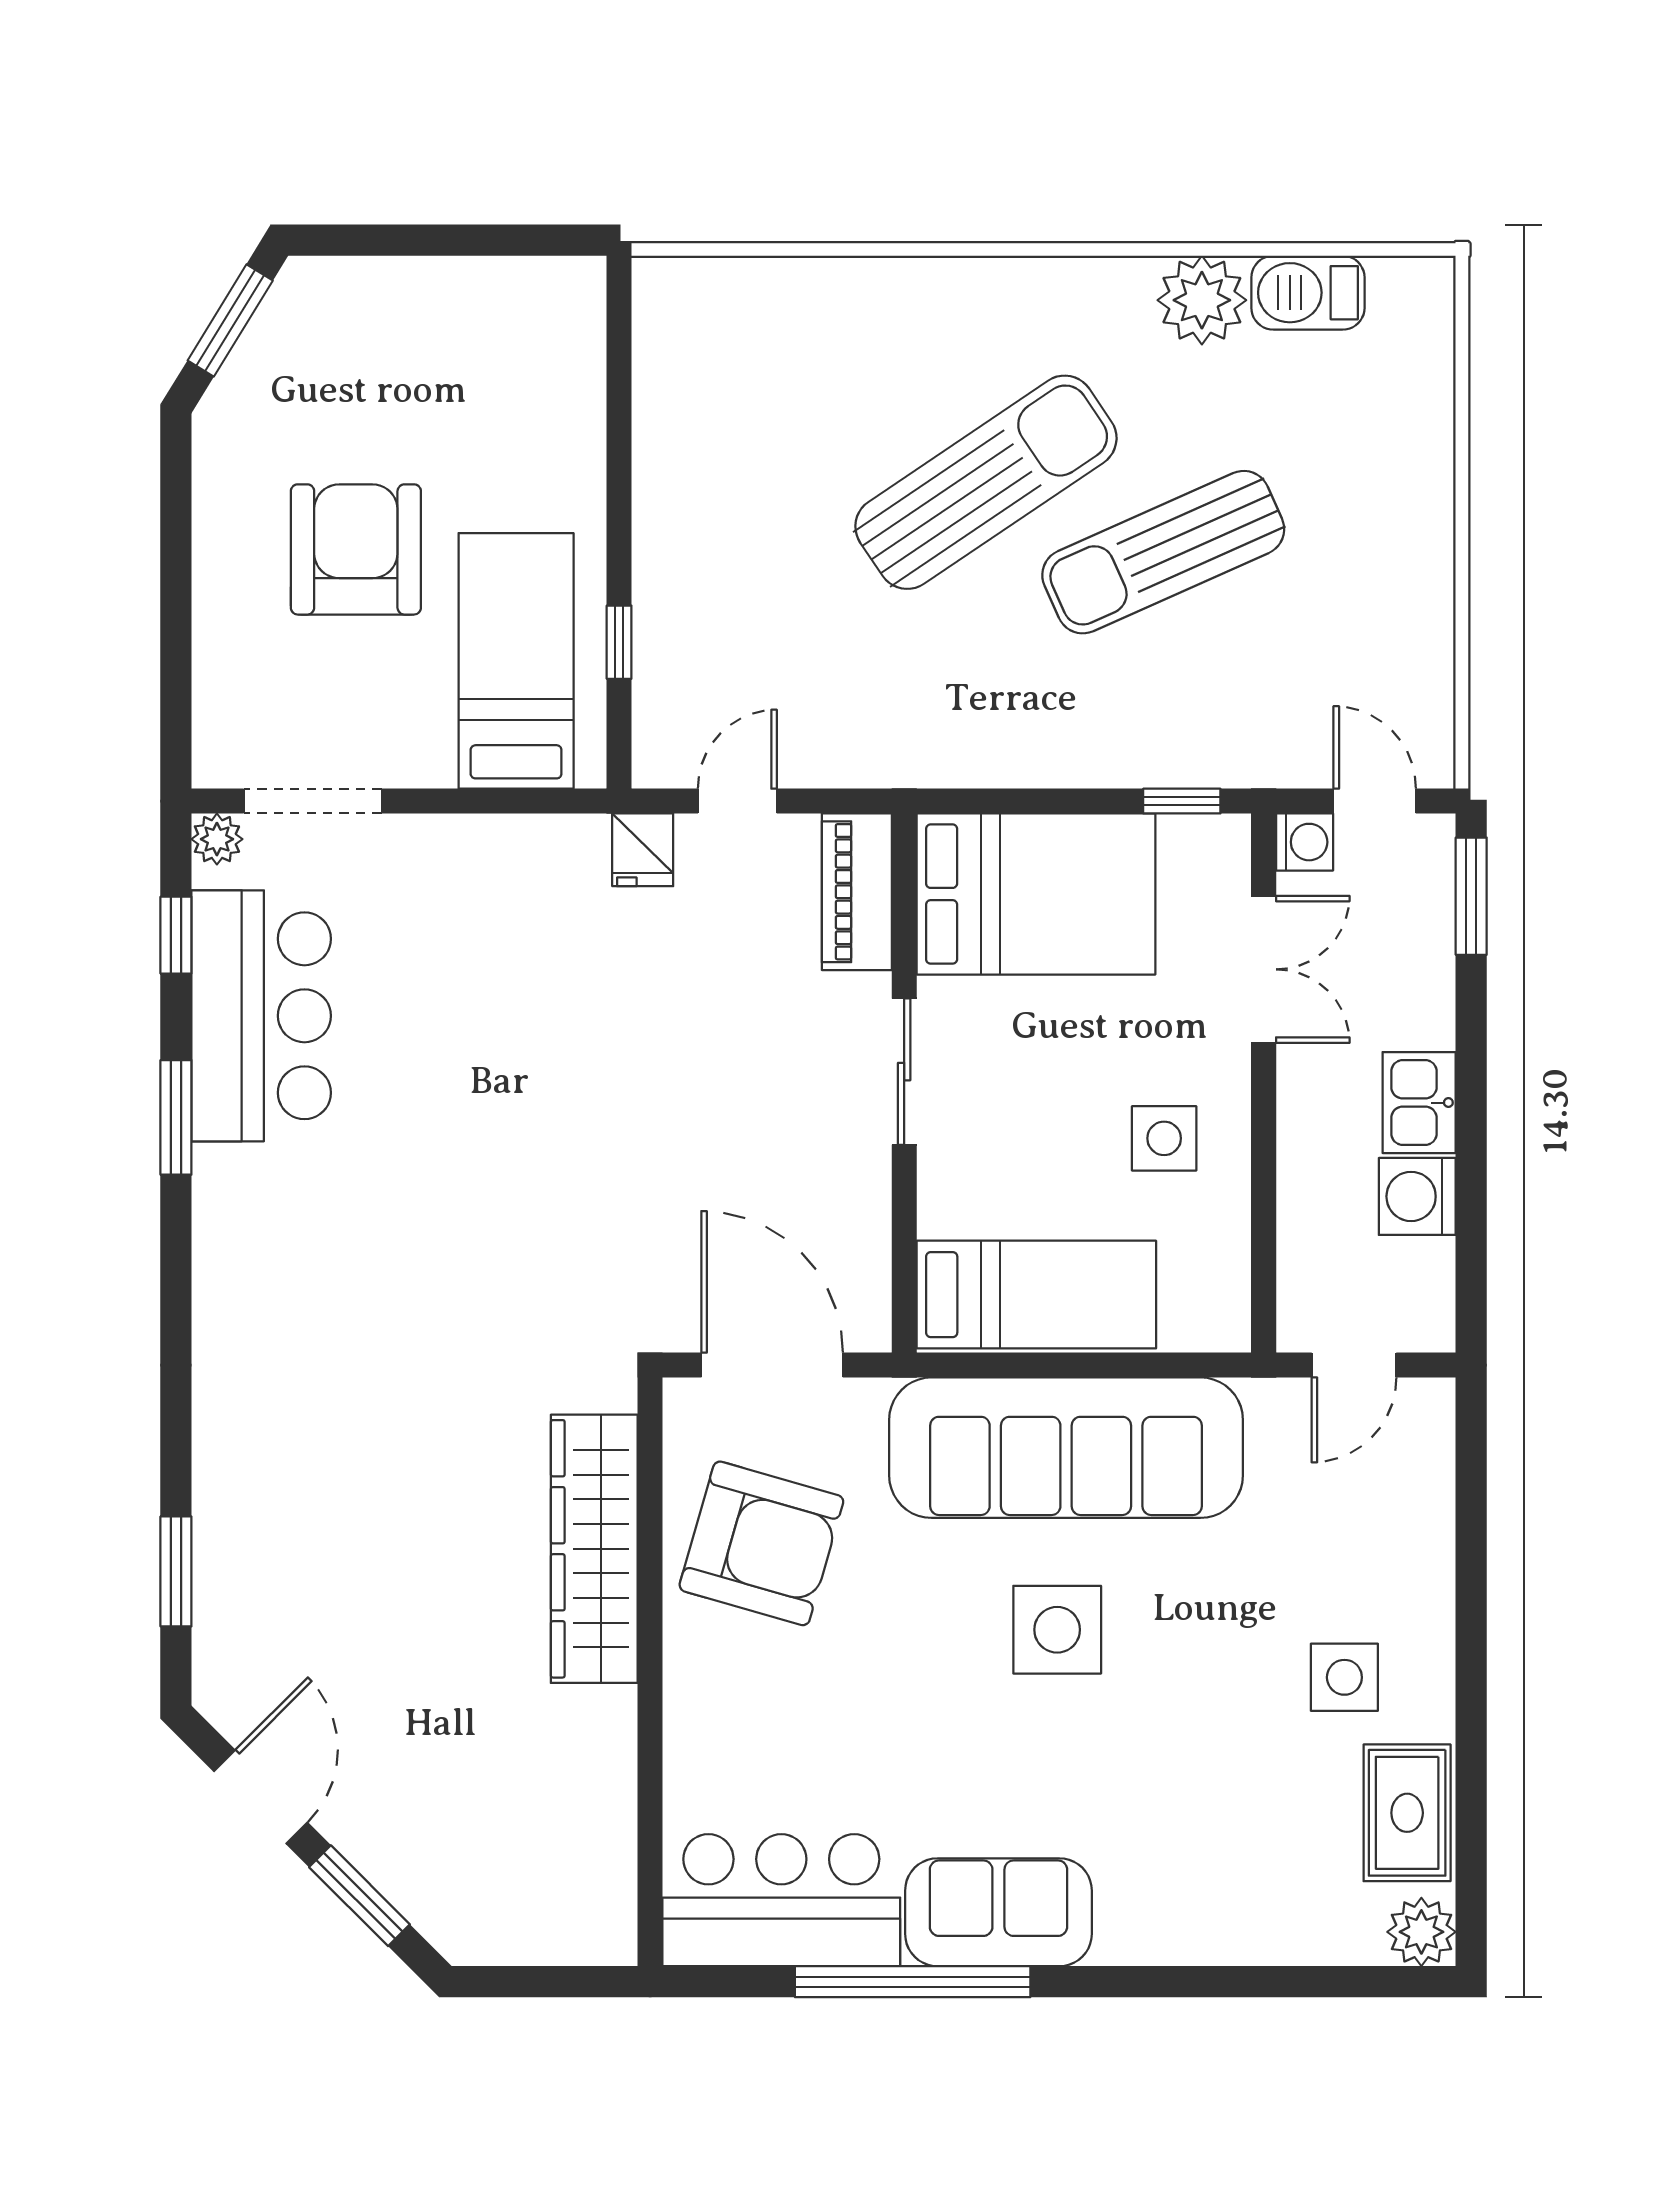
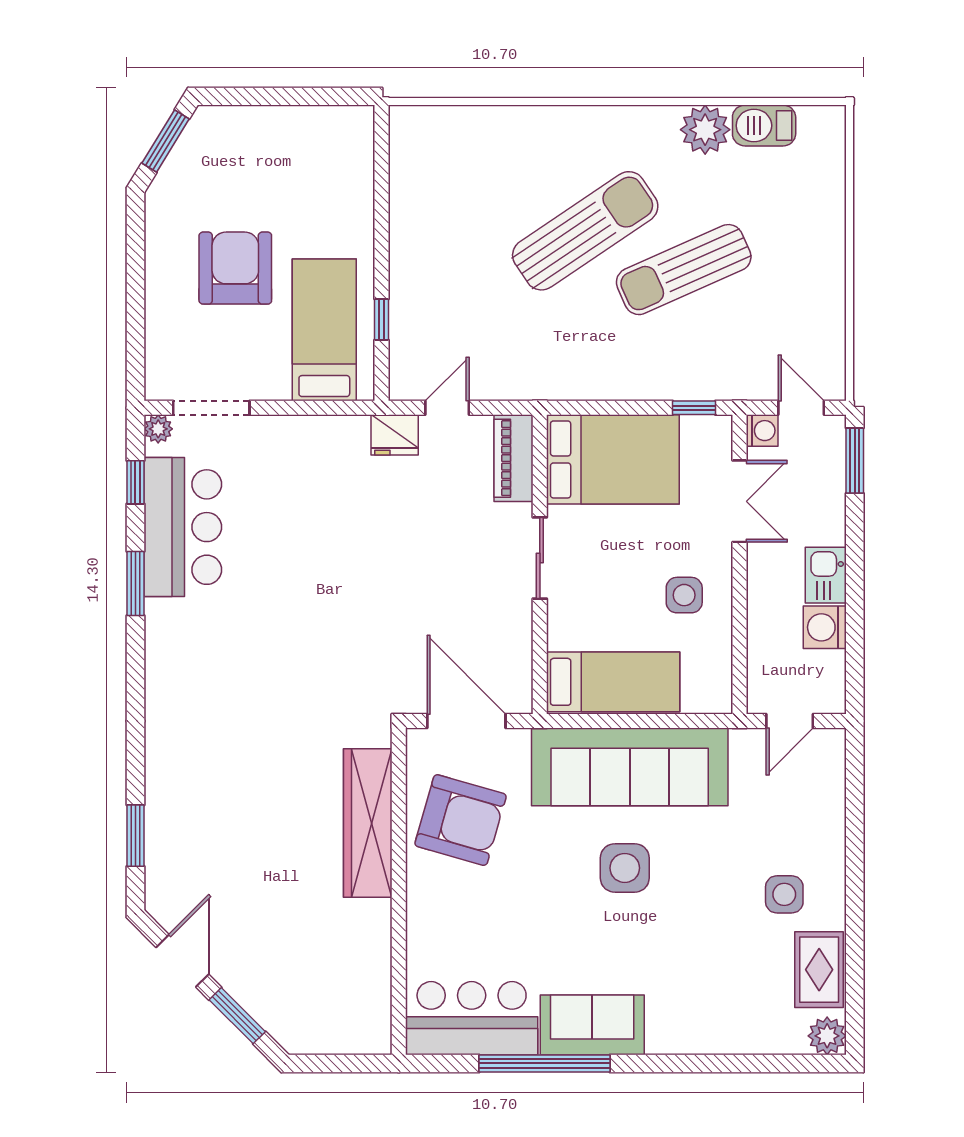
fridge: (643, 850) -> (395, 435), width x1.38

